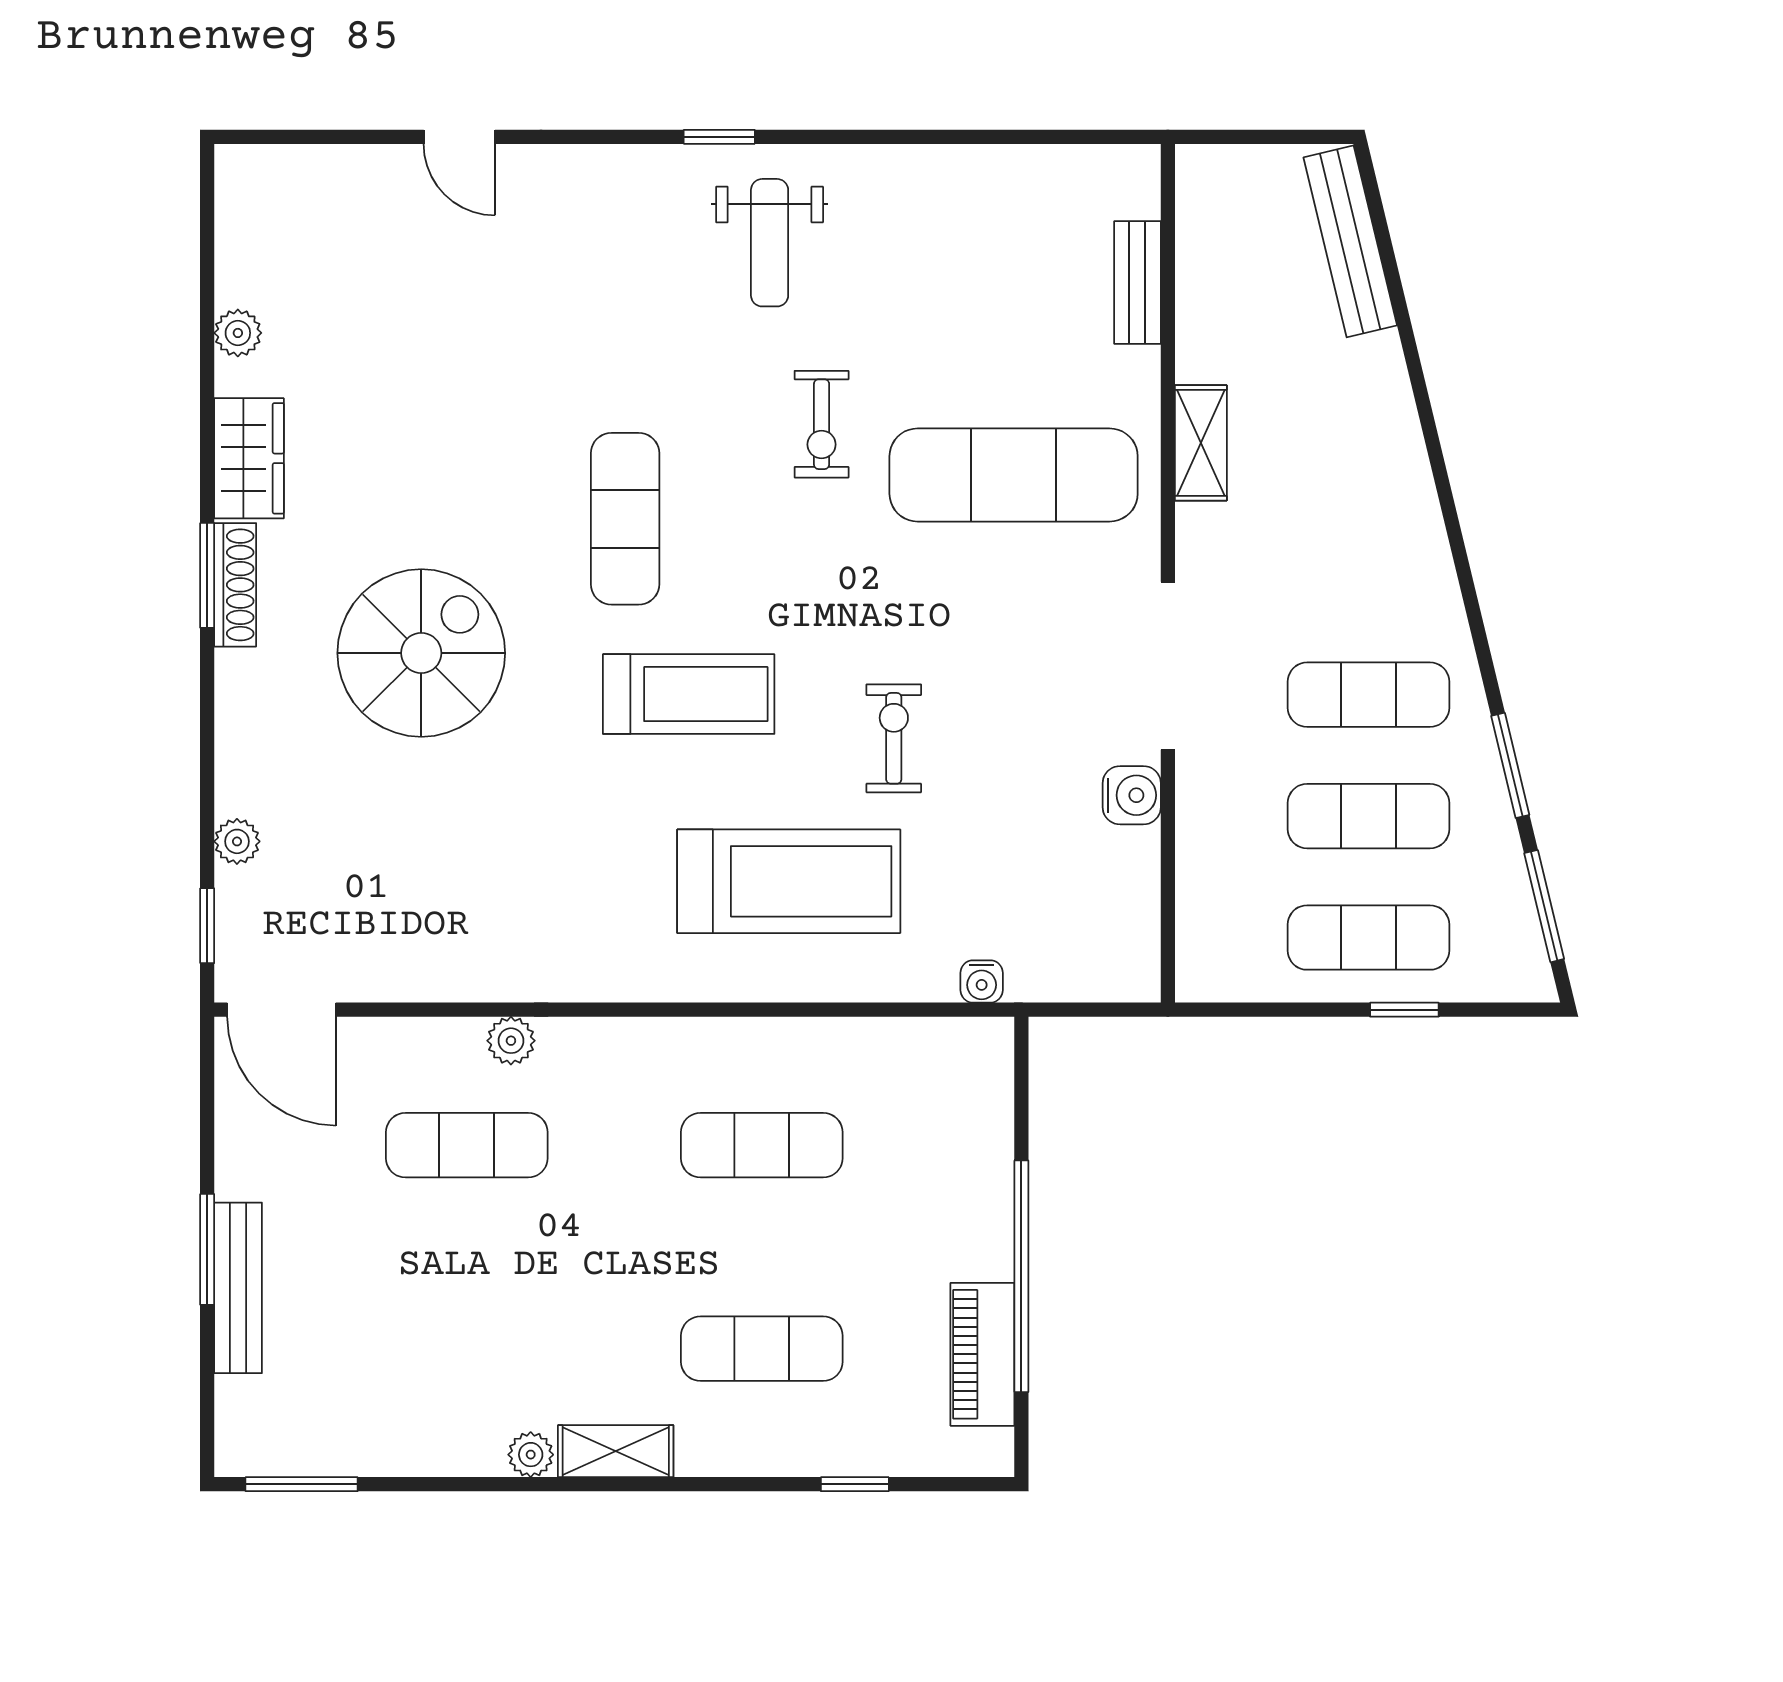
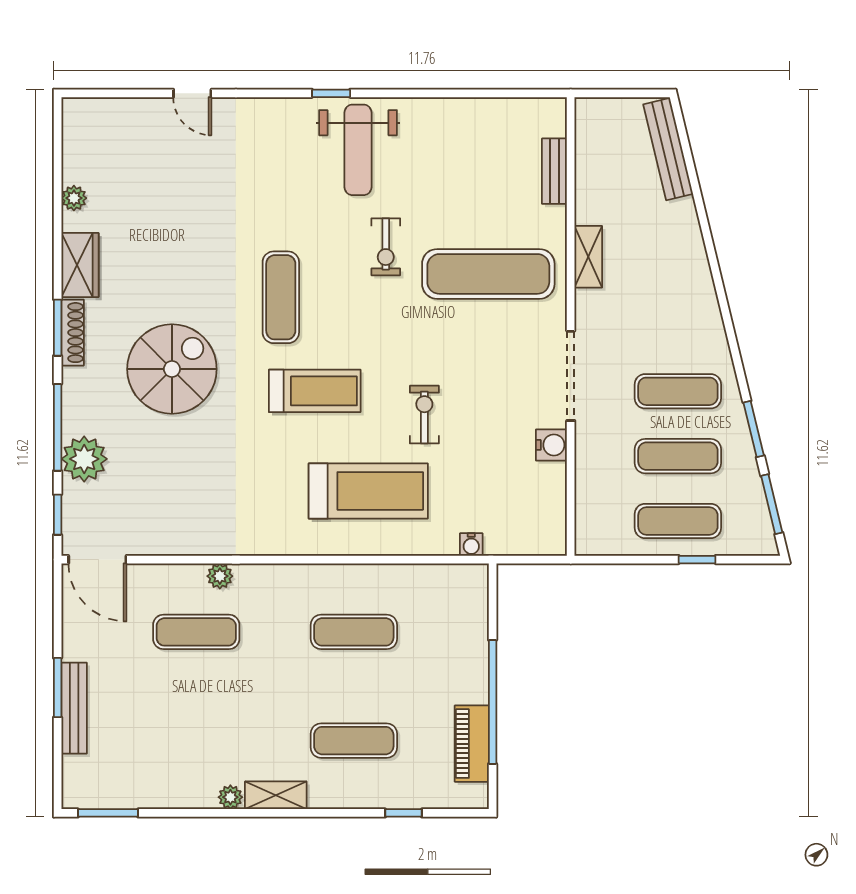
weight bench: (770, 243) -> (358, 150), width x1.36, depth x1.33
window: (207, 762) -> (58, 427), added
plant: (237, 841) -> (84, 459), width x1.88, depth x1.88

